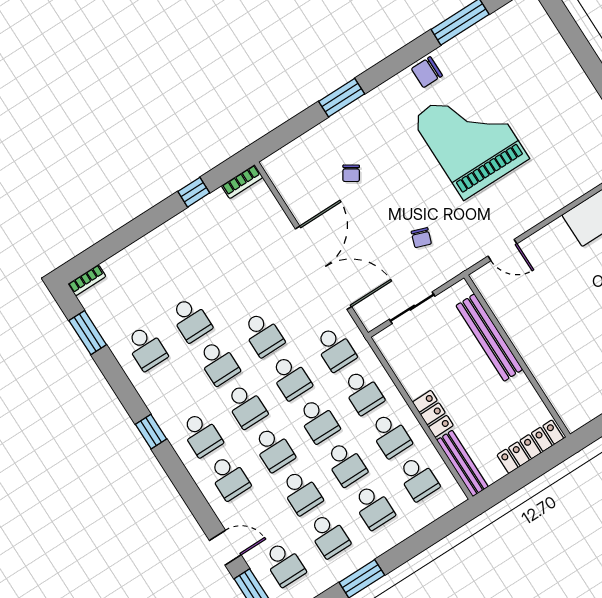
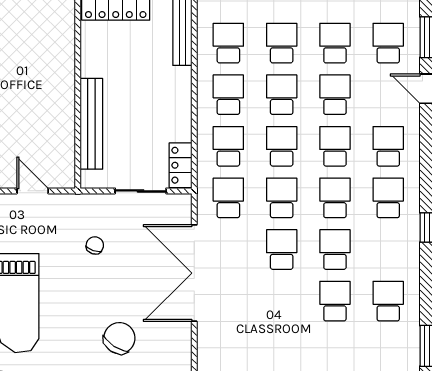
chair: (351, 173) -> (119, 338), width x1.87, depth x1.87
locker: (433, 414) -> (181, 165), moved

